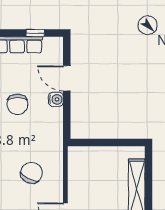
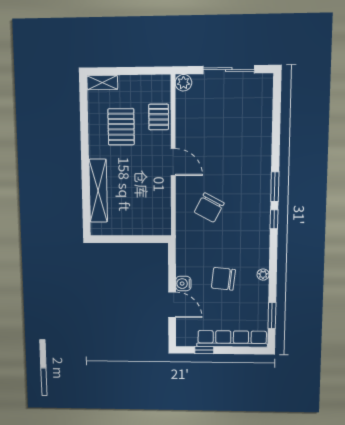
chair: (17, 104) -> (223, 279), turned -84

